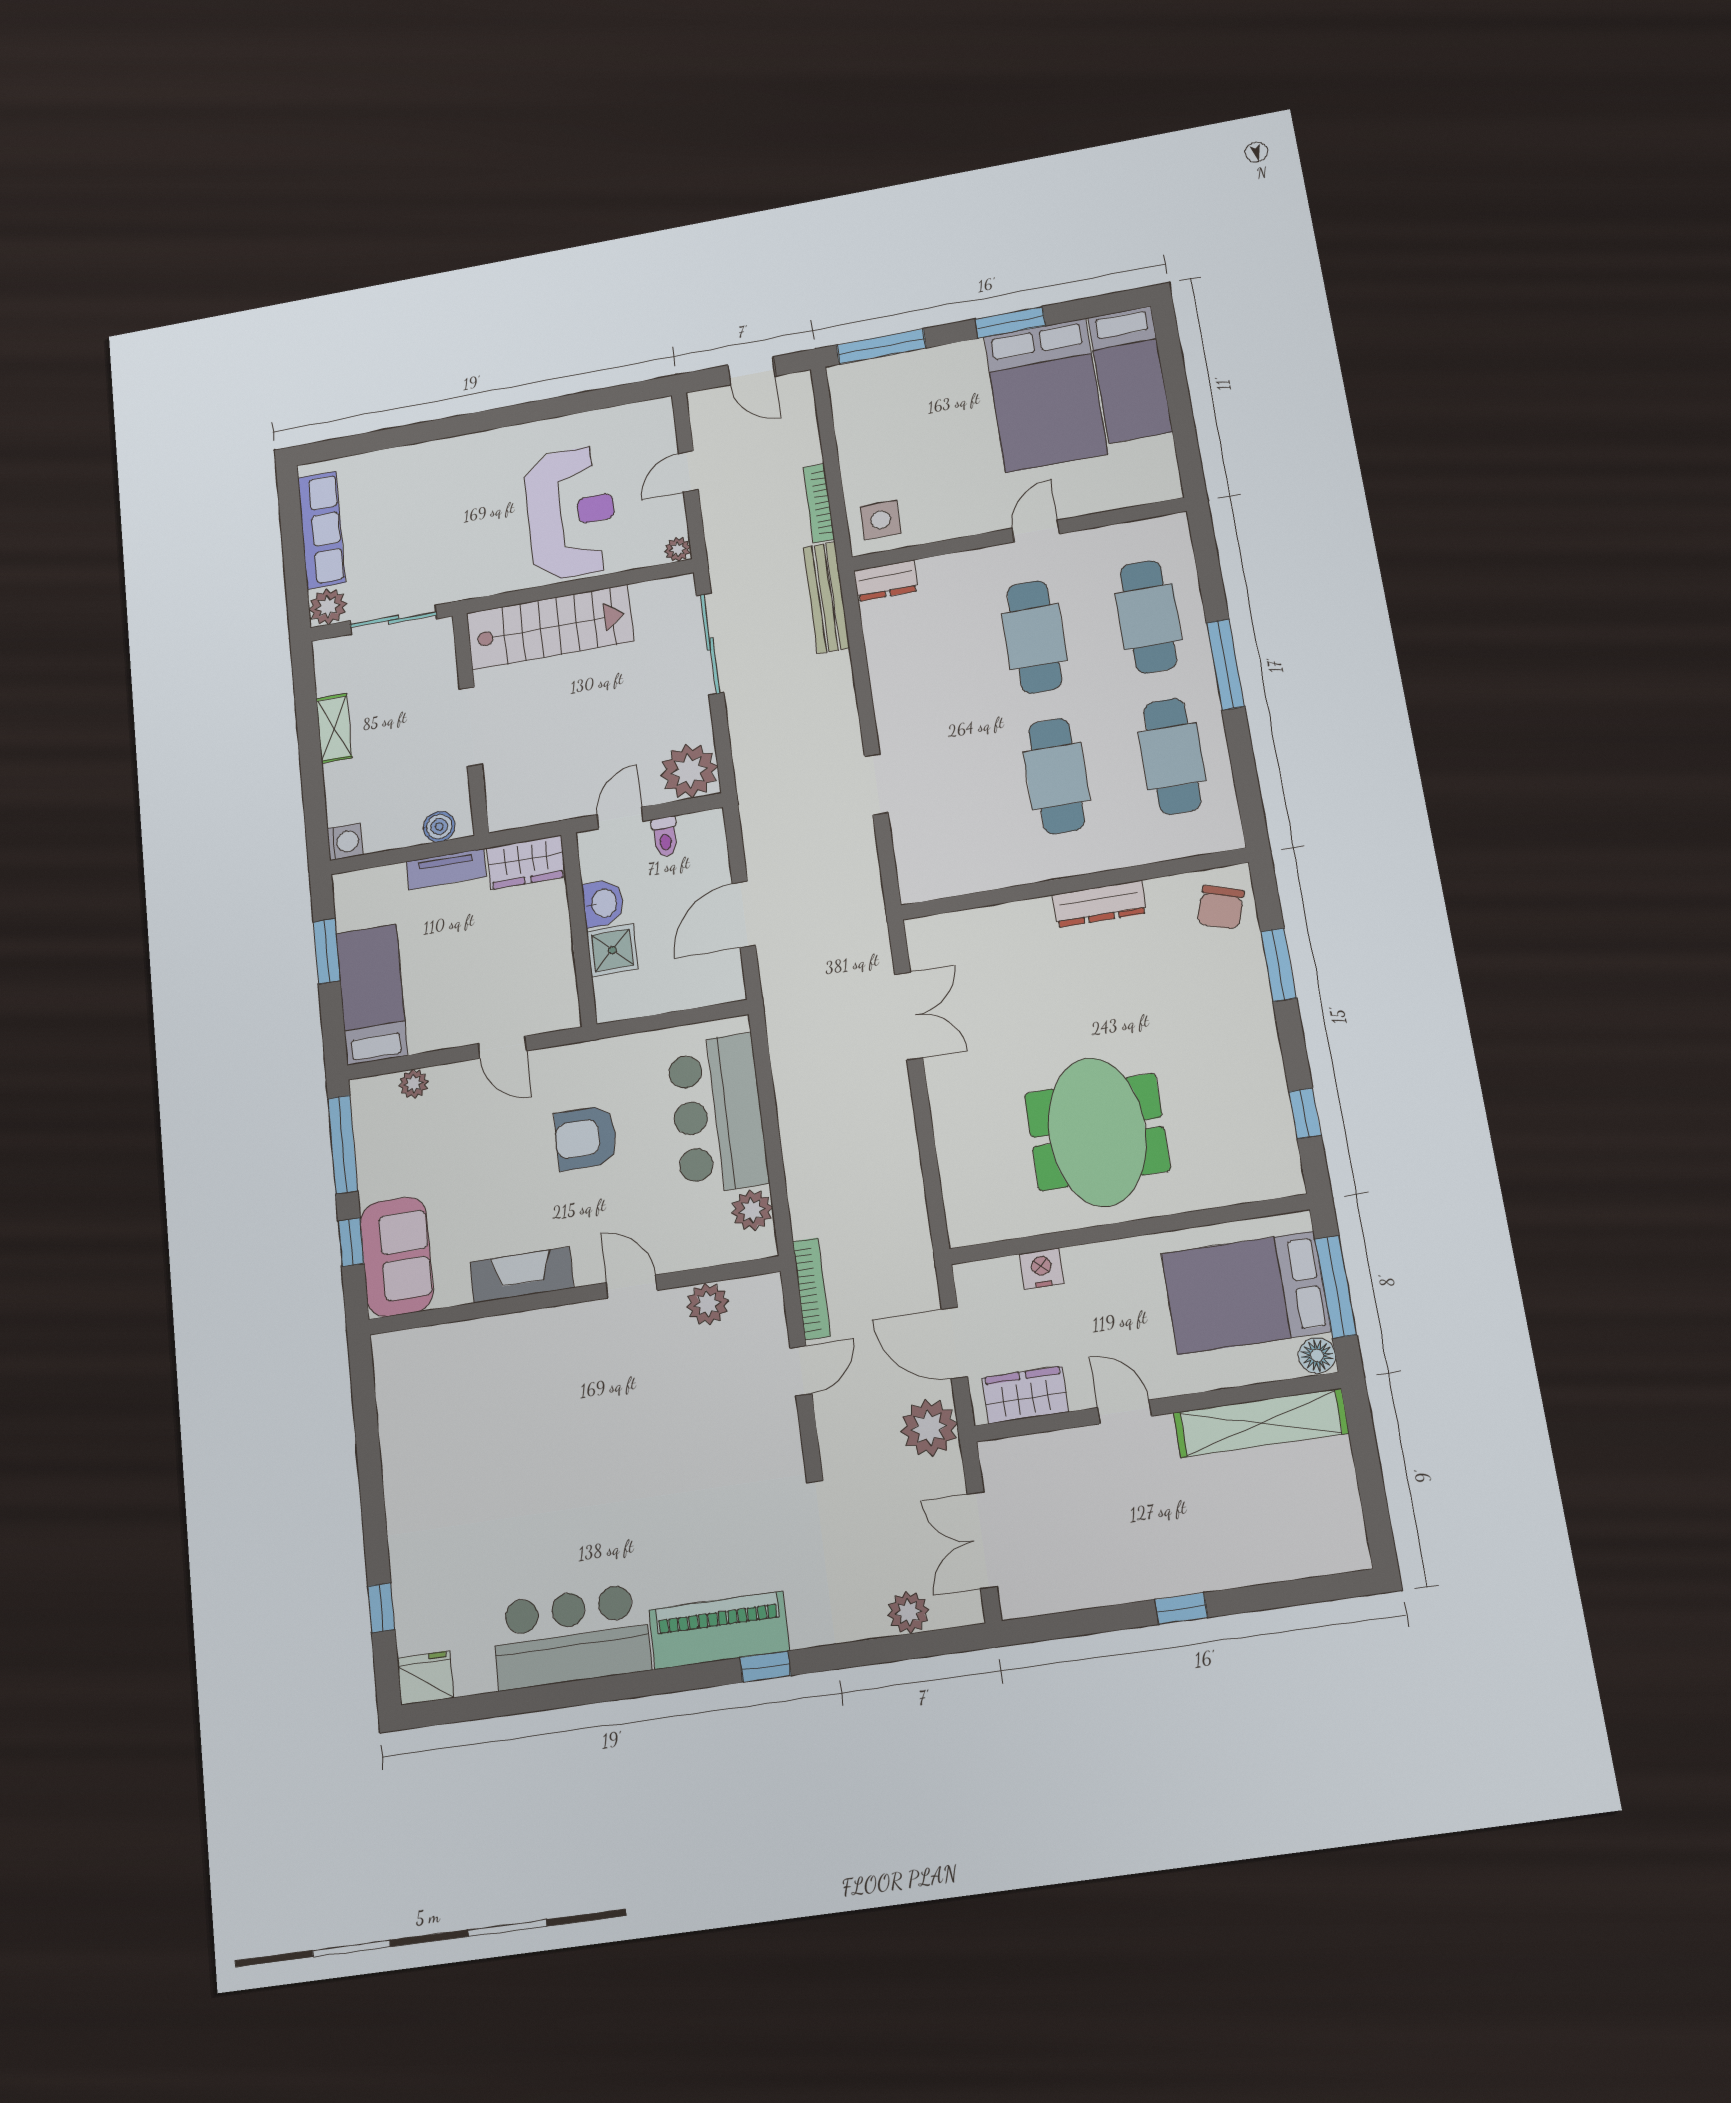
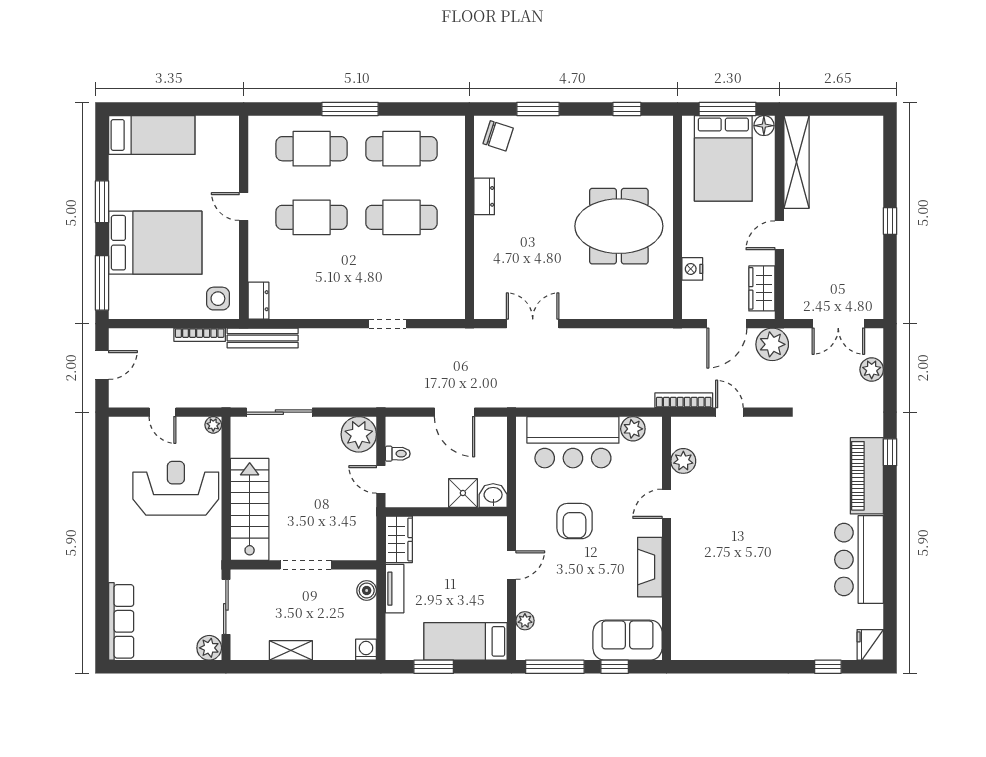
bed: (1045, 395) -> (155, 243), moved
row of seats: (321, 530) -> (121, 621), moved, turned 90
washbasin: (603, 903) -> (493, 496), moved
dresser: (1099, 904) -> (484, 196), width x0.70

